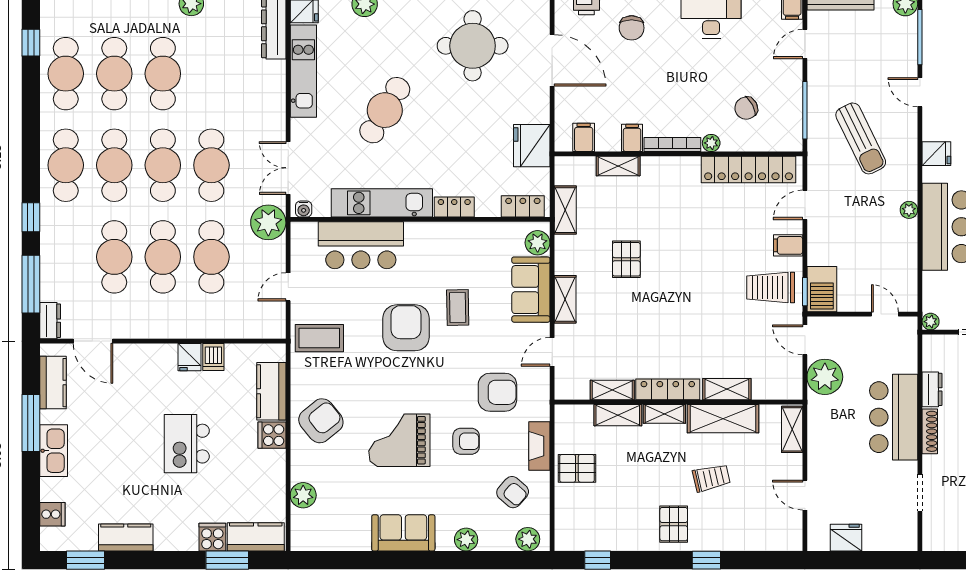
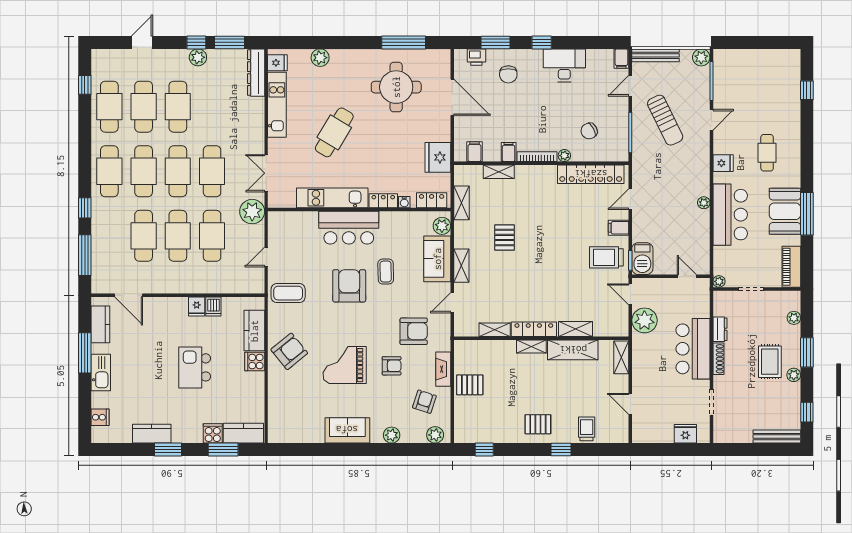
door: (920, 92) -> (711, 120), swing flipped
sun lounger: (861, 138) -> (665, 120), moved
water cooler: (304, 209) -> (404, 202), moved
bar counter: (361, 245) -> (349, 228), moved
dresser: (50, 321) -> (98, 281), removed
shelving: (618, 415) -> (499, 347), removed
trolley: (711, 478) -> (587, 429), moved, turned -77
armchair: (513, 492) -> (424, 402), turned -113
plant: (303, 495) -> (277, 404), removed
pallet: (674, 524) -> (538, 424), turned 90
fridge: (846, 538) -> (685, 434), moved
window: (86, 560) -> (168, 450), moved

